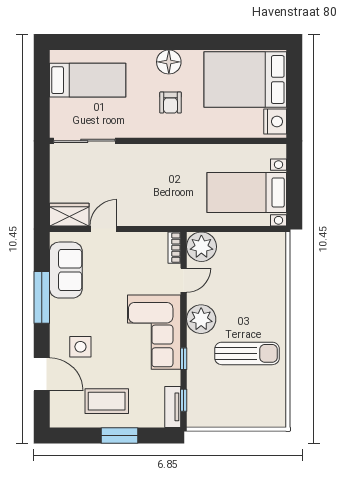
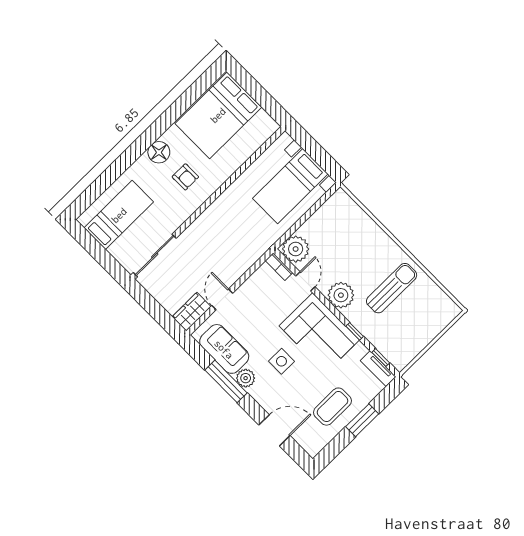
nightstand: (275, 121) -> (264, 123), removed
plant: (60, 310) -> (246, 378), added
side table: (80, 347) -> (281, 361), moved

